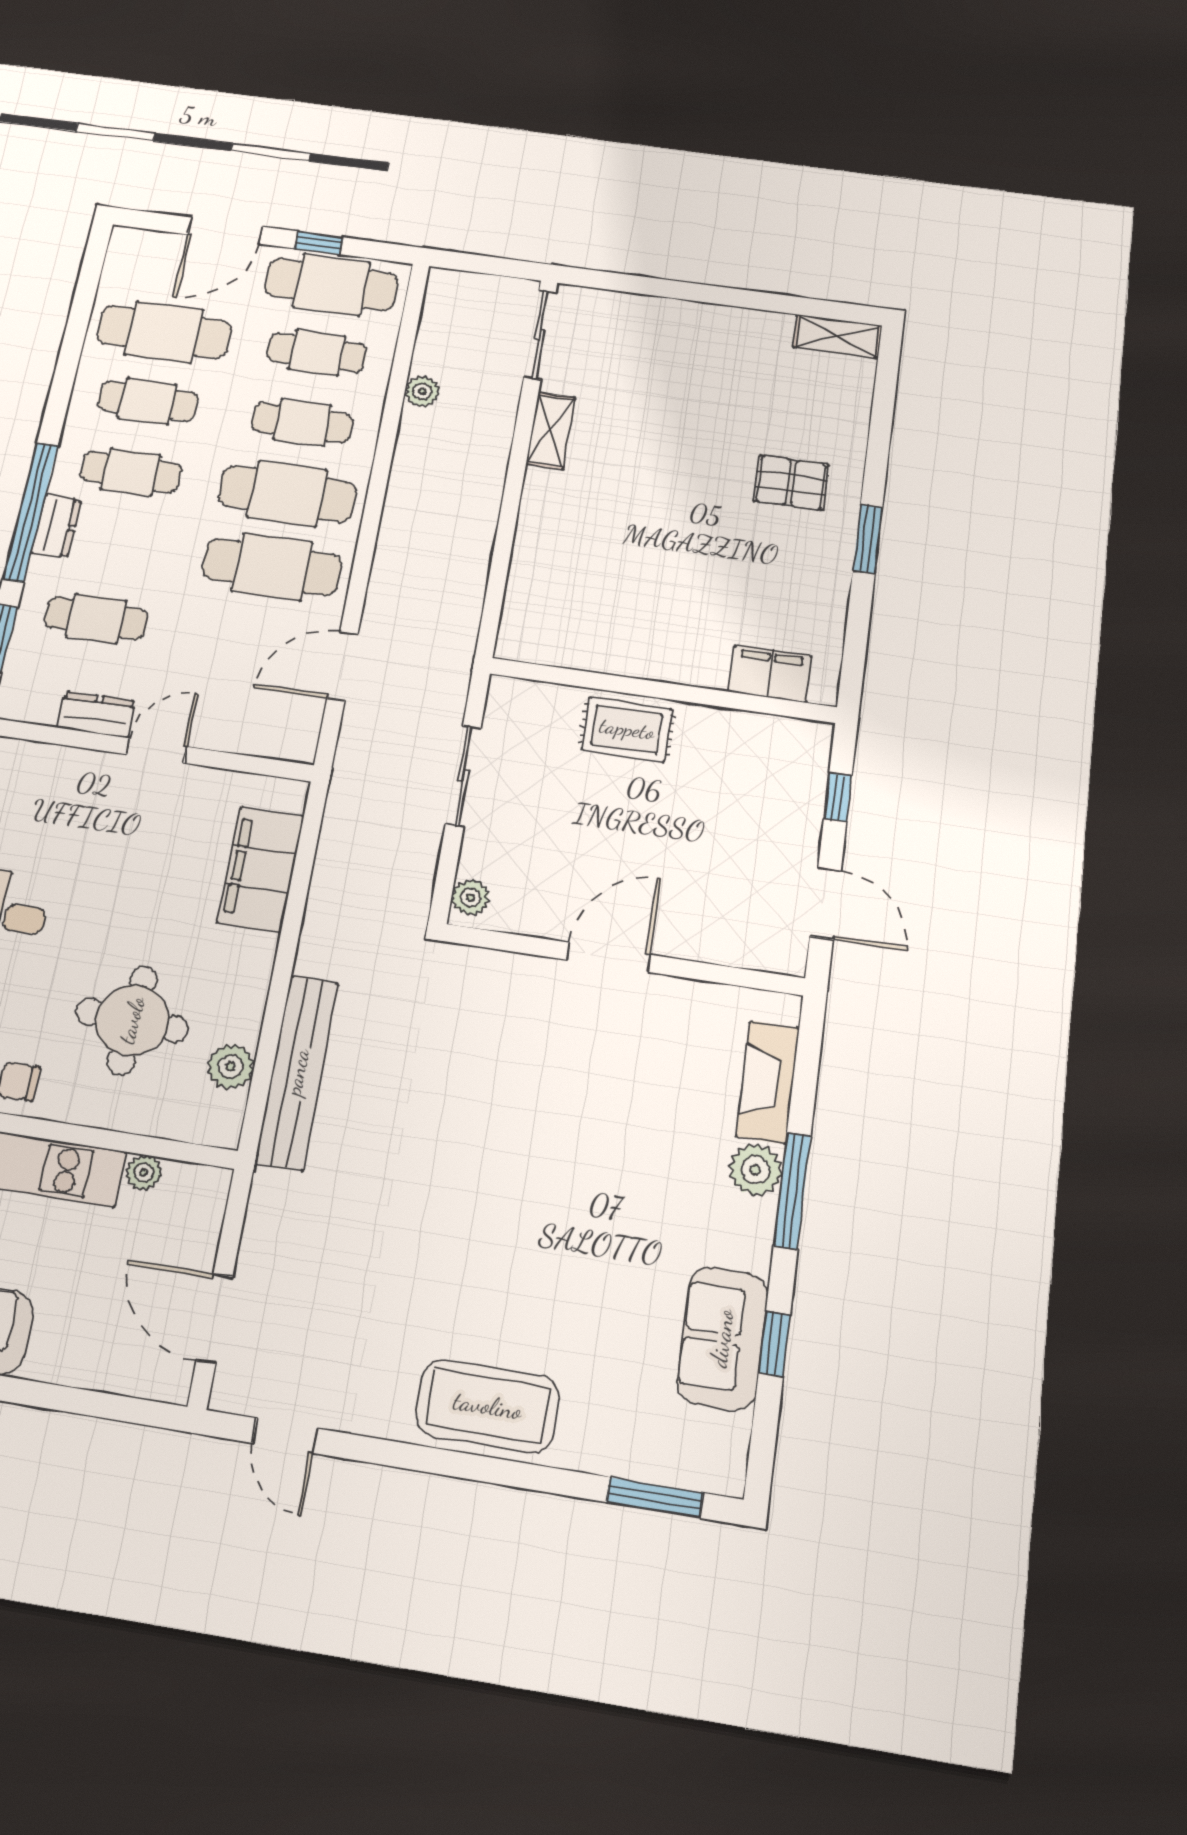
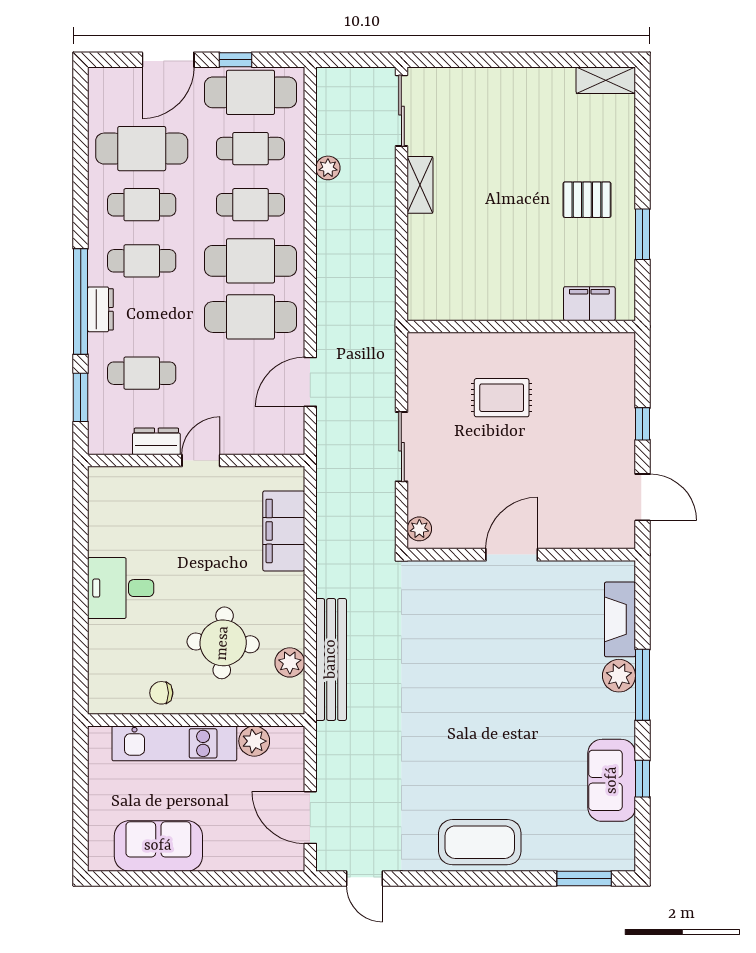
filing cabinet: (770, 674) -> (589, 304), moved
wall: (663, 690) -> (521, 326), moved
plant: (144, 1173) -> (254, 741), width x1.38, depth x1.38

